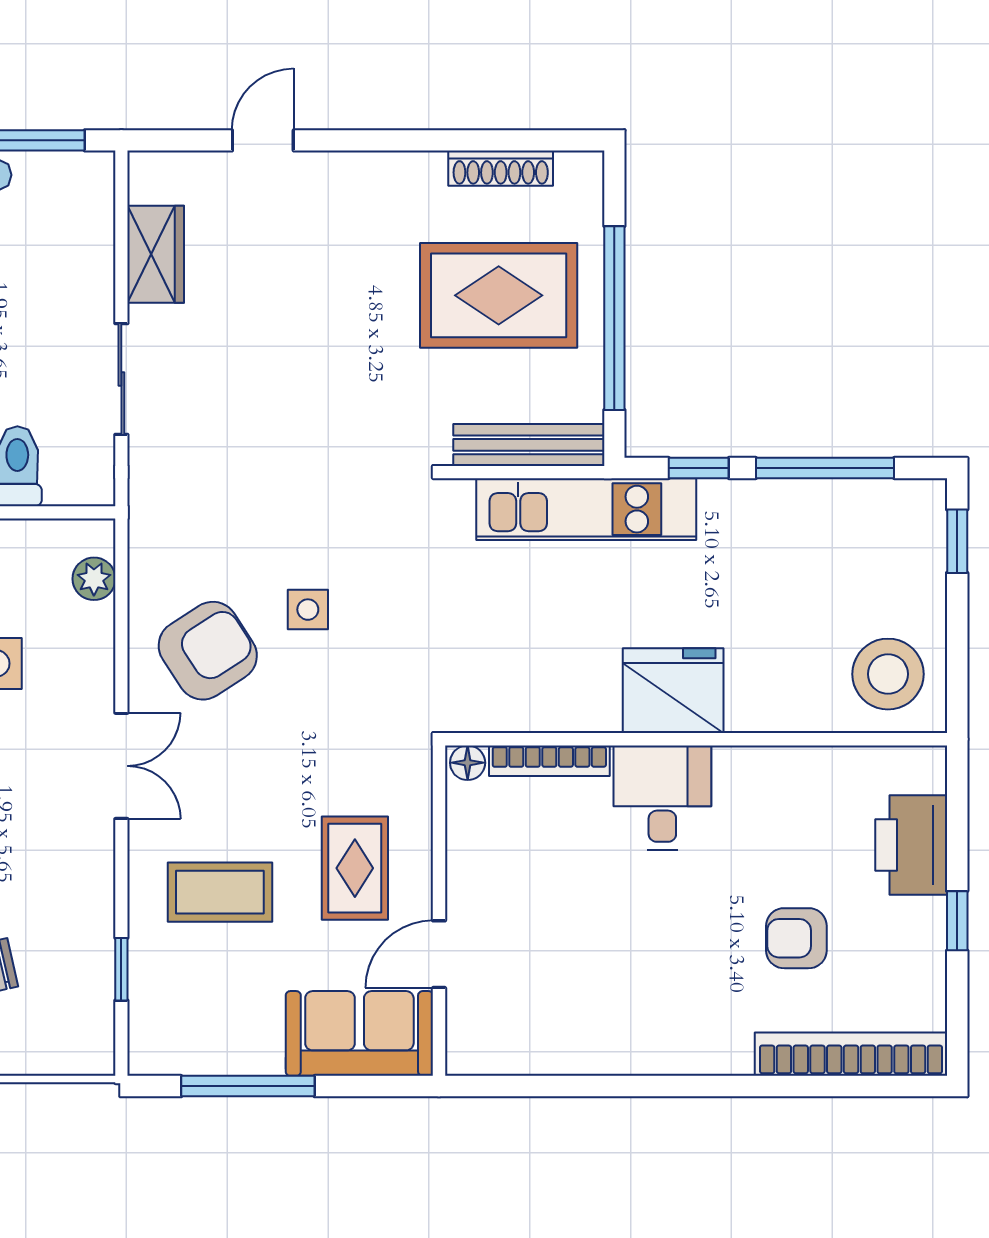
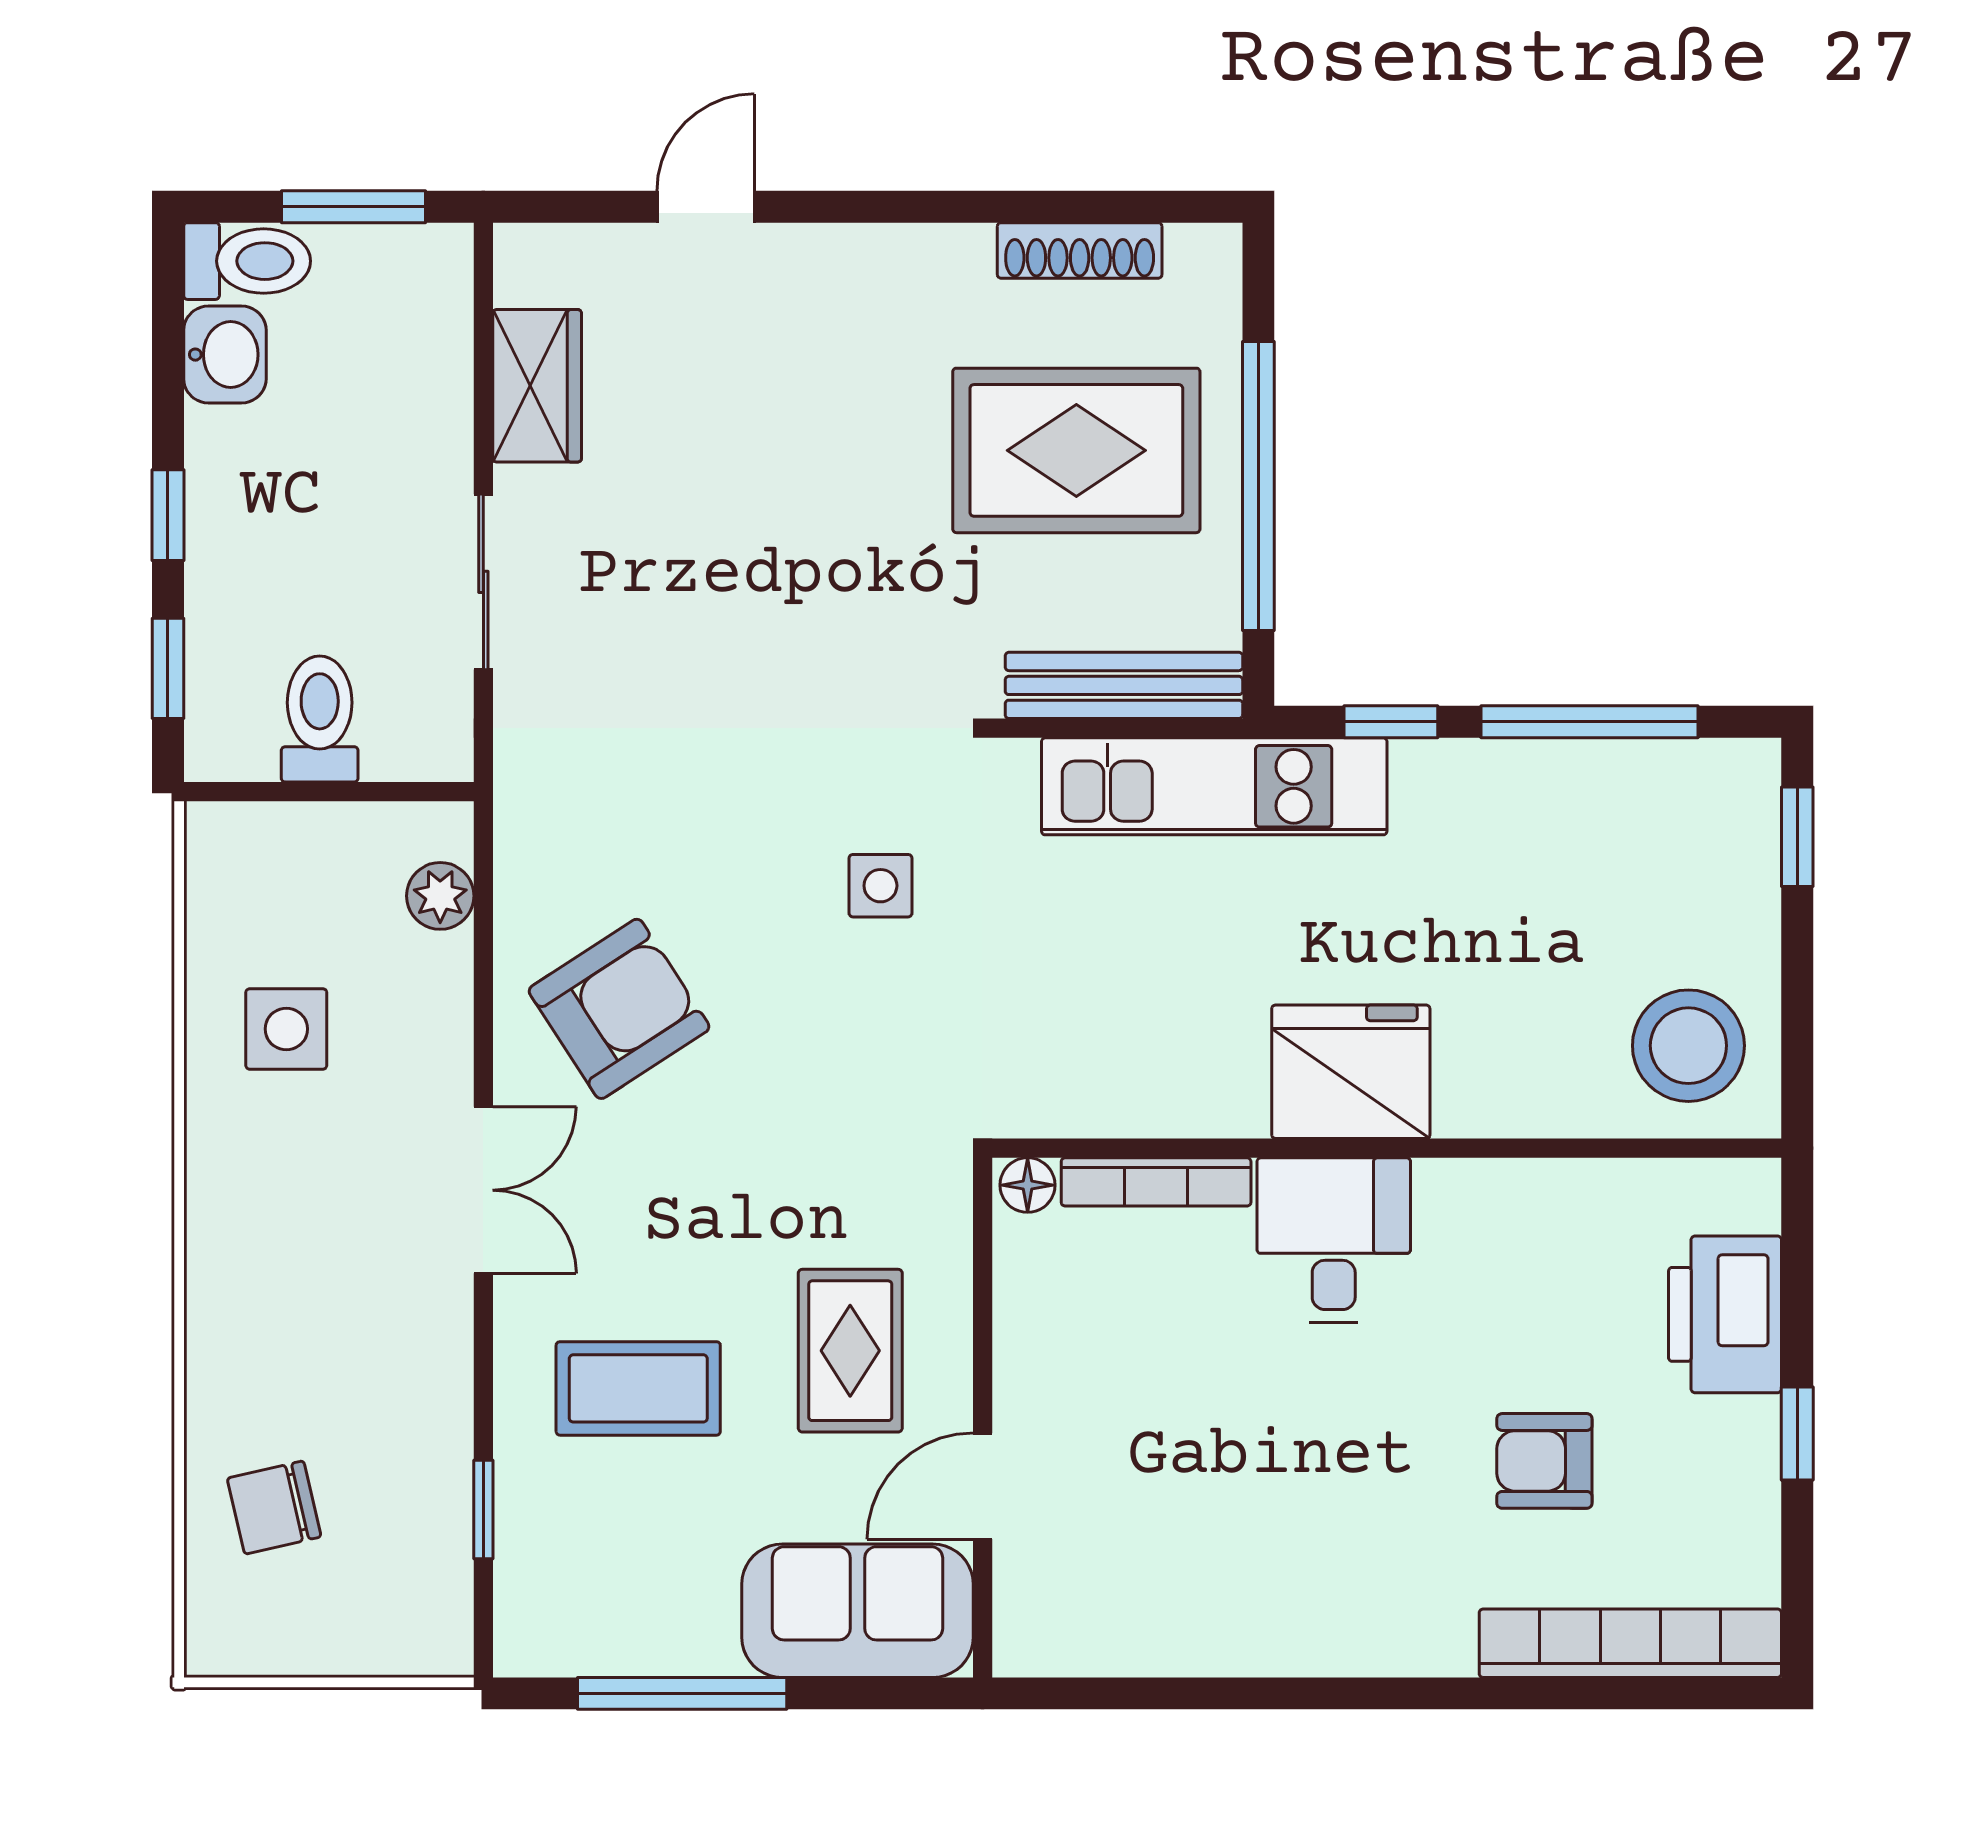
side table: (308, 610) -> (880, 886), moved

